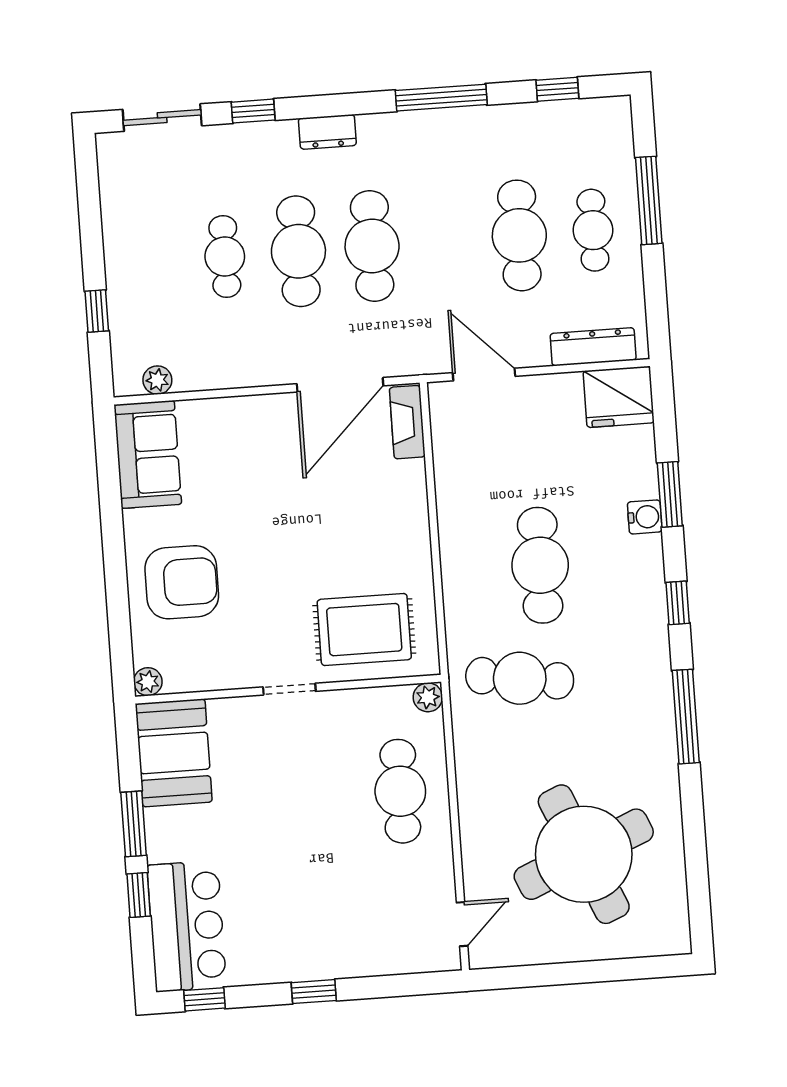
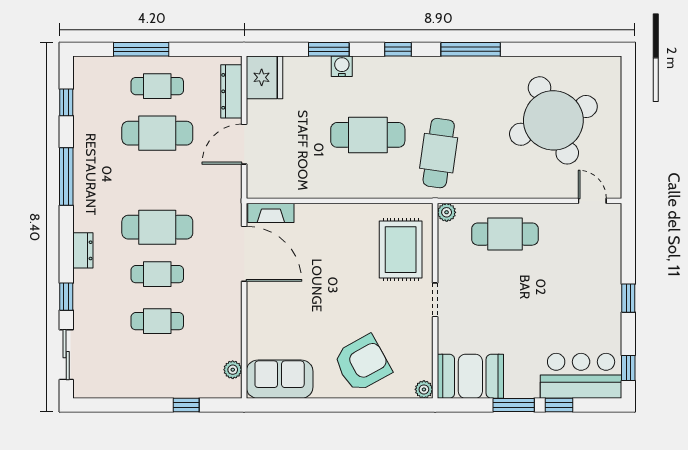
cafe table: (298, 251) -> (157, 274), width x0.73, depth x0.74
door: (484, 374) -> (244, 144), moved
armchair: (182, 582) -> (362, 363), turned 61

